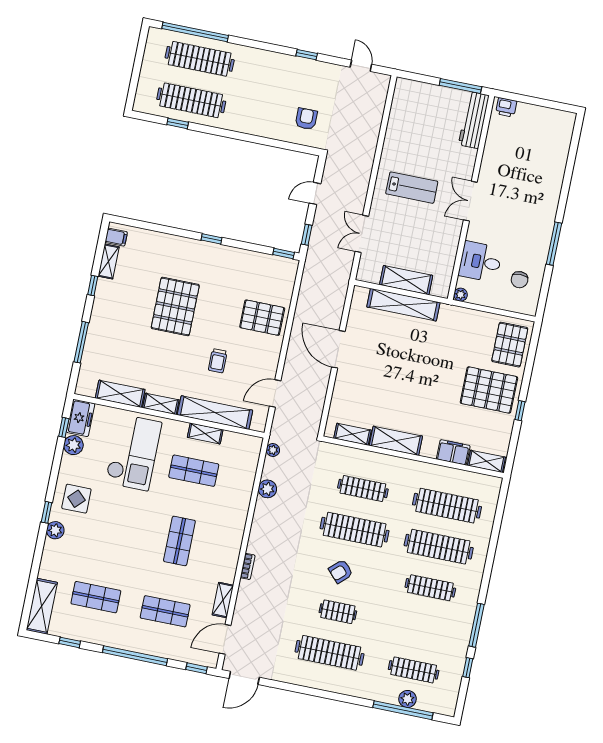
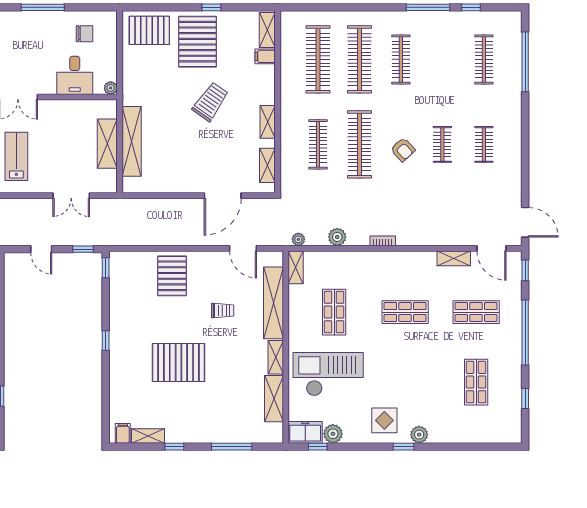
door: (338, 349) -> (223, 196), moved
trolley: (427, 391) -> (210, 102), added
shelving: (205, 433) -> (296, 267), moved
shelving: (396, 441) -> (268, 122), width x0.67, depth x0.75
filing cabinet: (453, 452) -> (265, 56), width x0.50
bookcase: (248, 566) -> (383, 241), moved
shelving: (42, 606) -> (496, 433), removed
shop shelf: (165, 611) -> (476, 312), turned 90
clothes rail: (330, 653) -> (484, 144), width x0.54, depth x0.76
plant: (407, 699) -> (513, 60), removed

